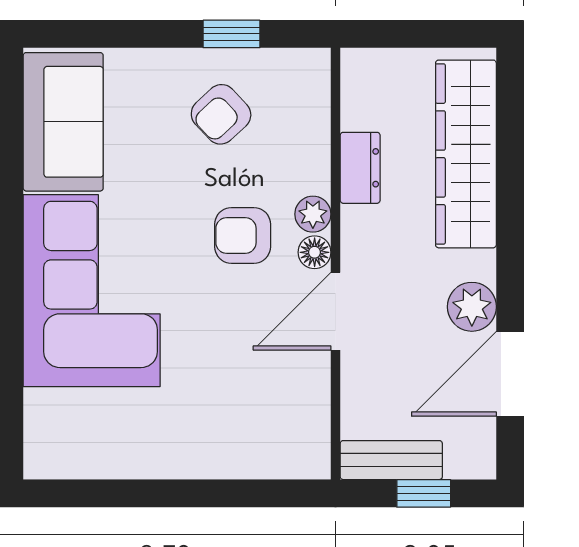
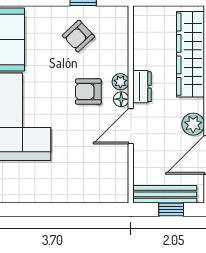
dresser: (360, 168) -> (142, 87), moved
bench: (391, 460) -> (165, 194), width x1.36

